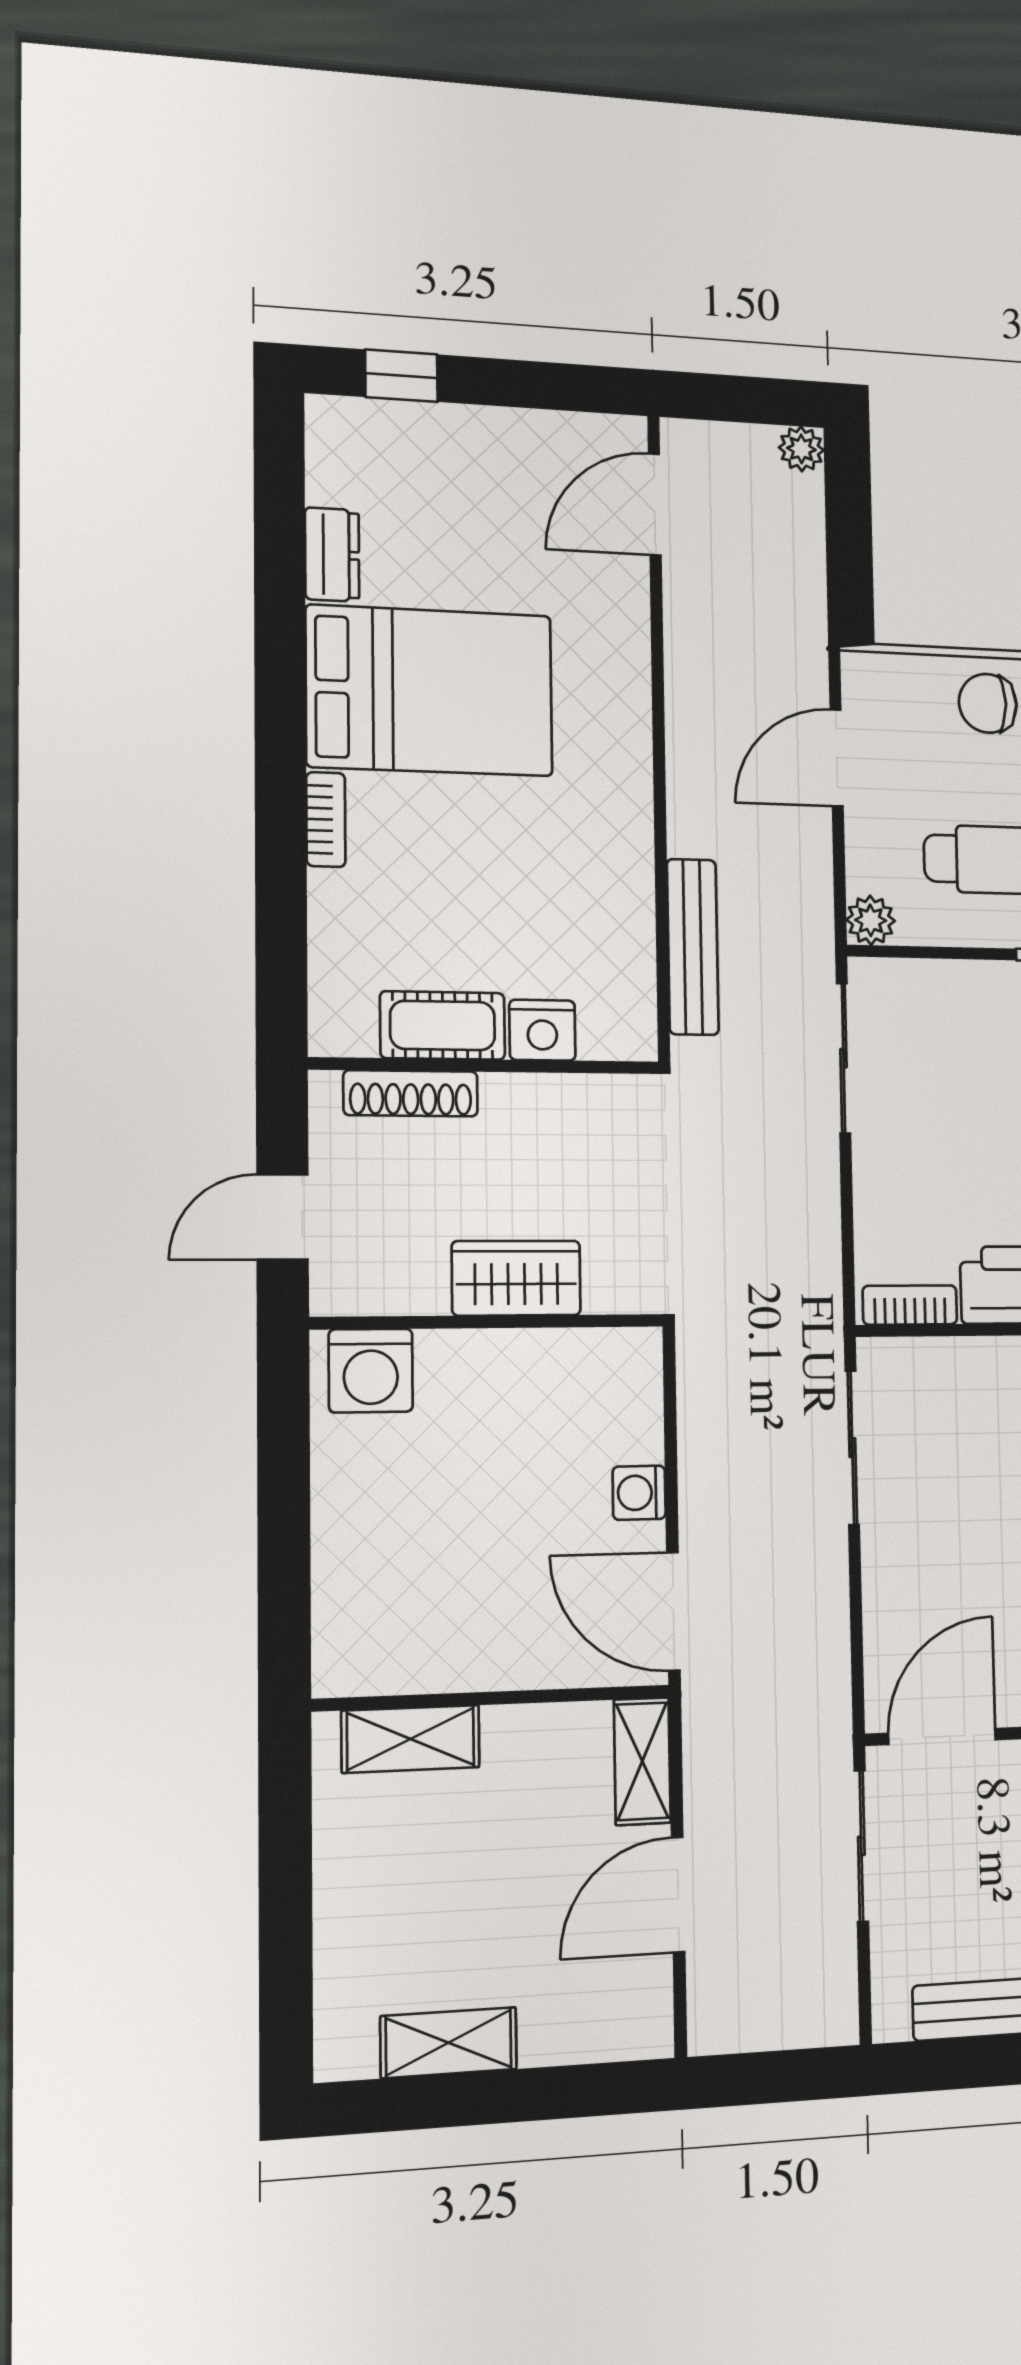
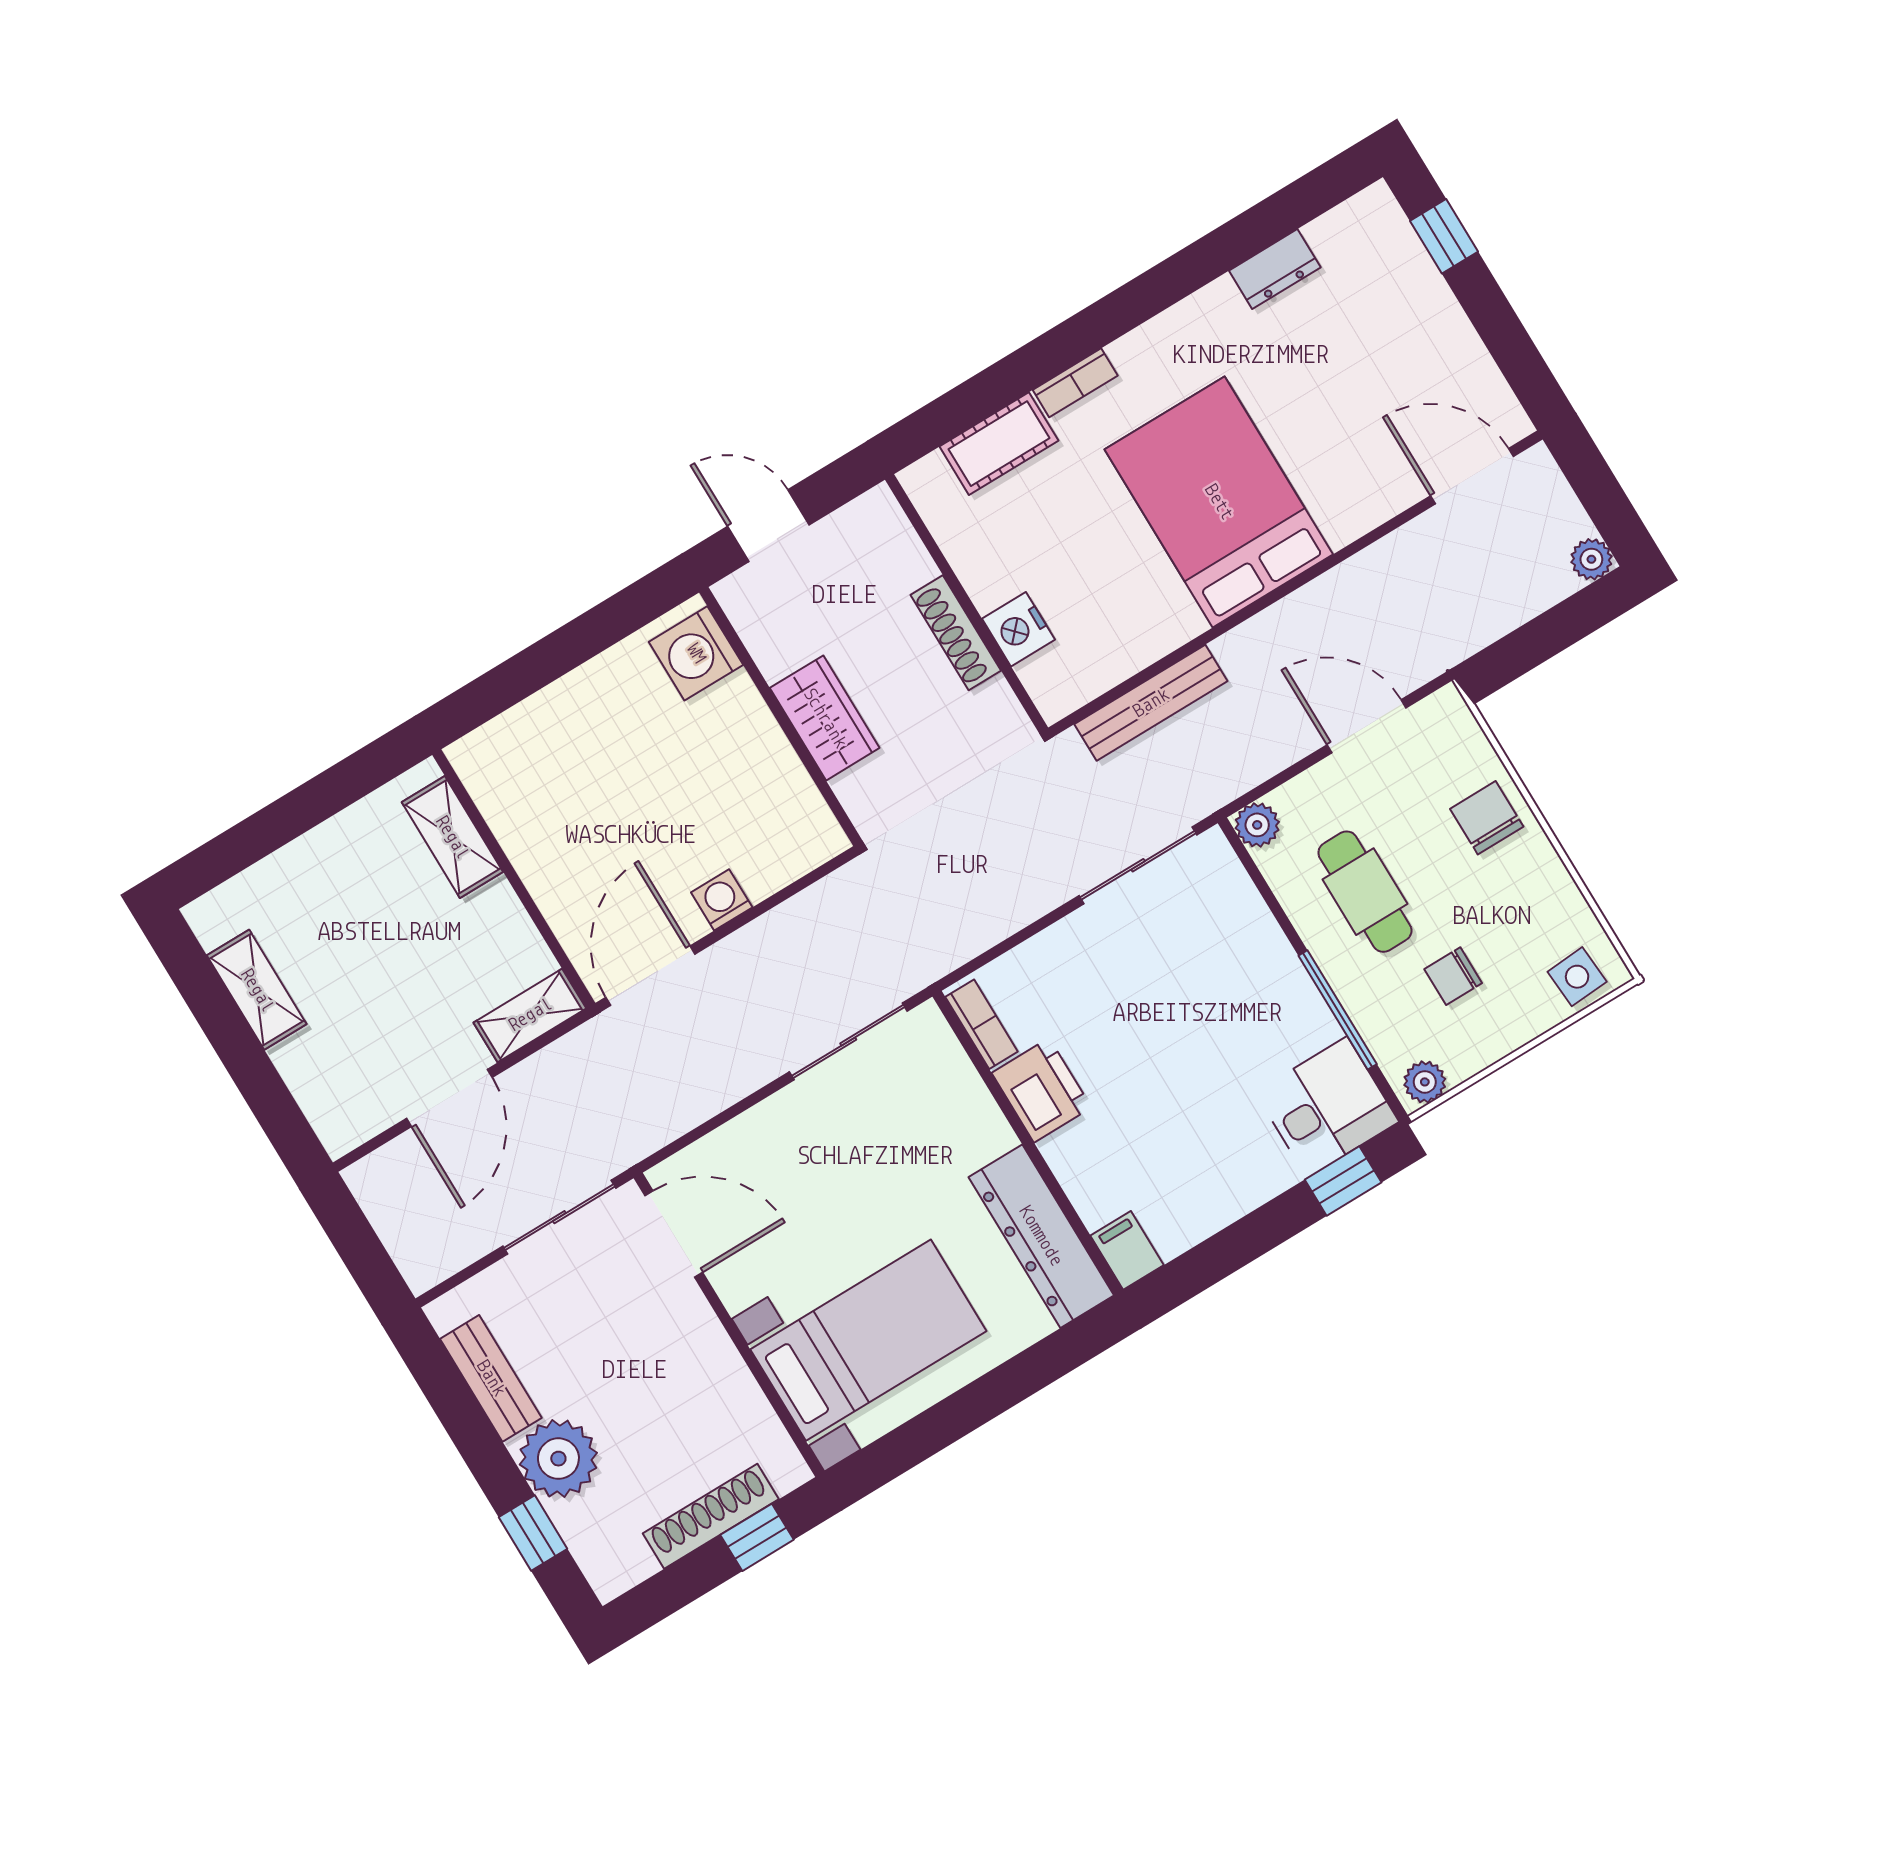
bed: (430, 691) -> (1219, 502), moved, turned 180
cot: (443, 1025) -> (999, 444), moved, turned 90
shoe rack: (411, 1093) -> (956, 633), moved
door: (678, 1895) -> (449, 1098), swing flipped

